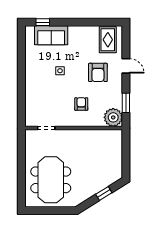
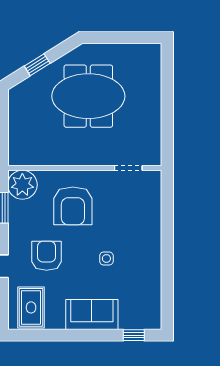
sofa: (51, 35) -> (92, 315), moved
armchair: (81, 104) -> (73, 206), width x1.88, depth x1.88
meeting table: (51, 180) -> (88, 96), moved, turned 90

